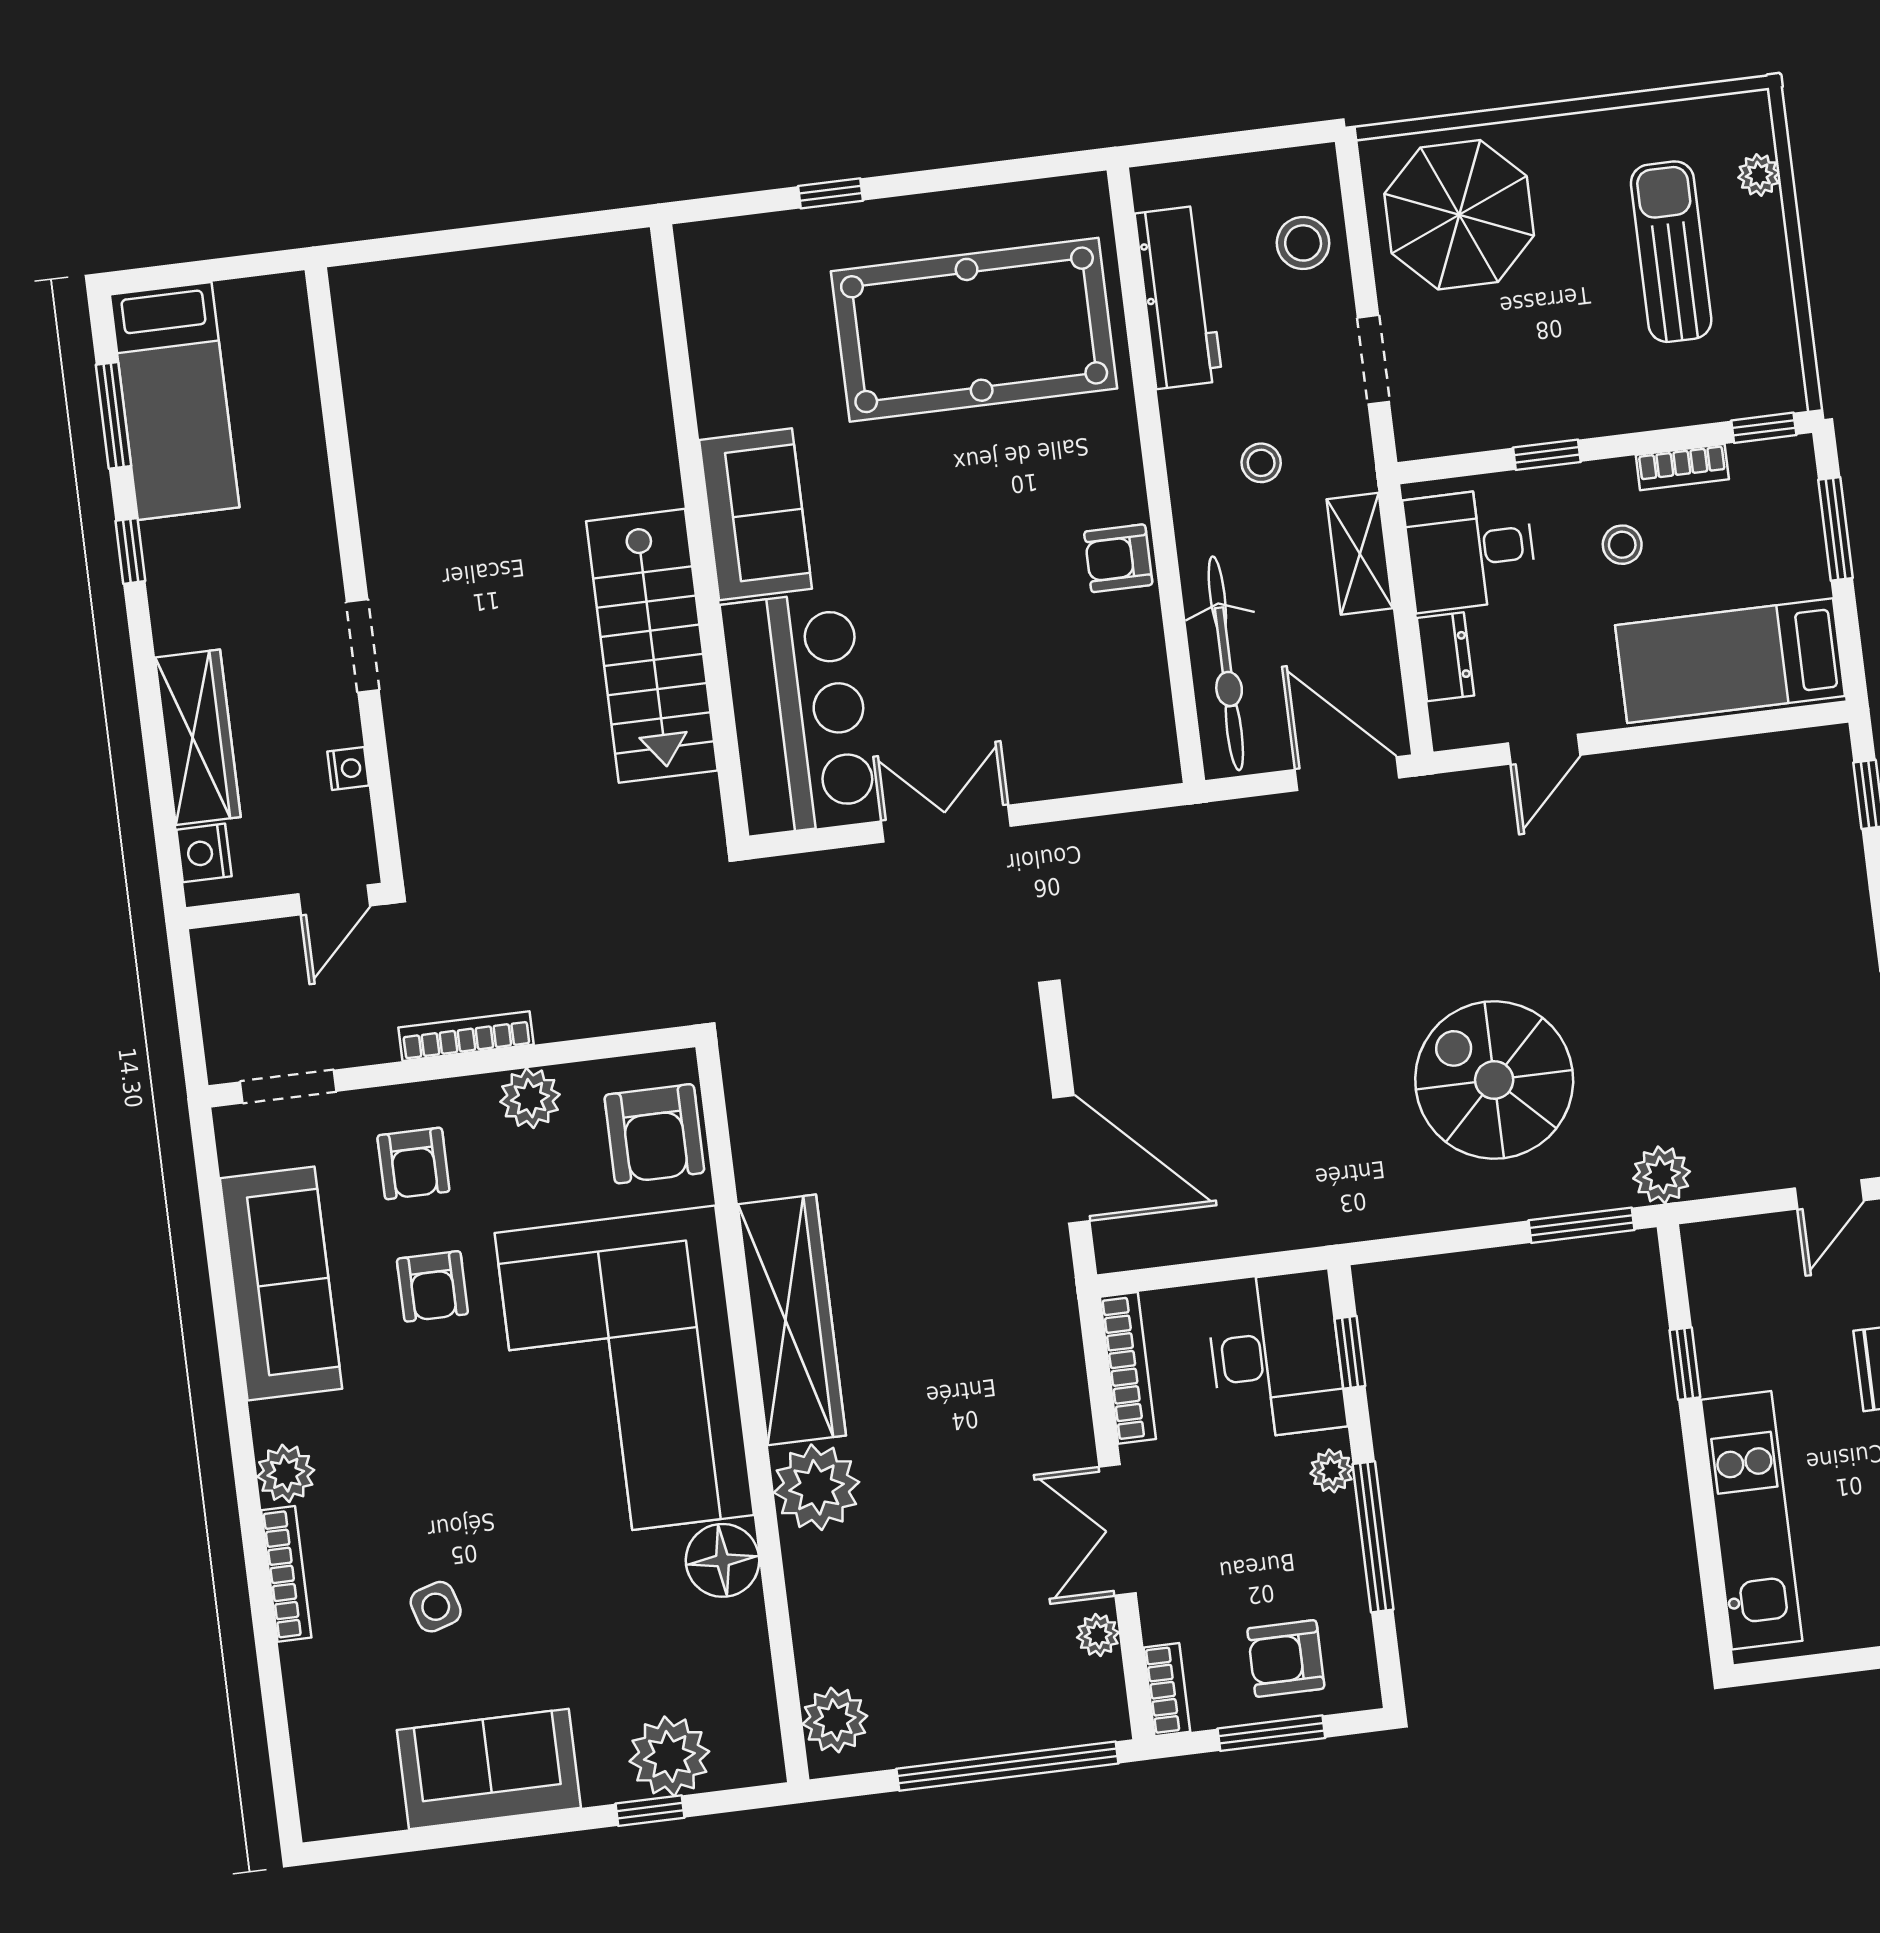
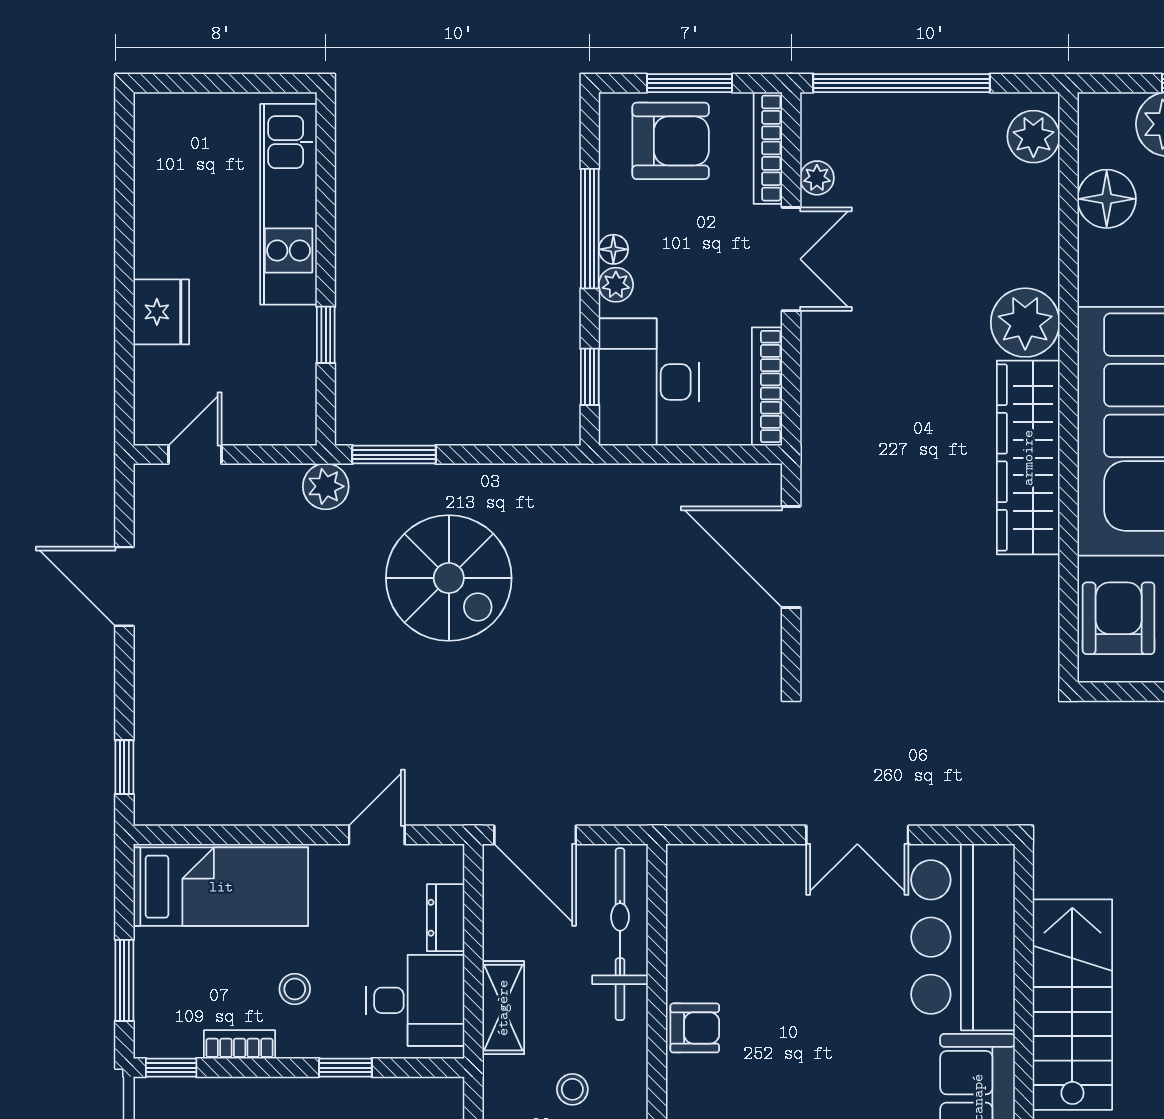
floor lamp: (1340, 1515) -> (613, 249), added
floor lamp: (723, 1560) -> (1107, 199), moved
armchair: (1286, 1658) -> (671, 141), width x1.38, depth x1.38
bookcase: (1167, 1690) -> (768, 148), width x1.56

